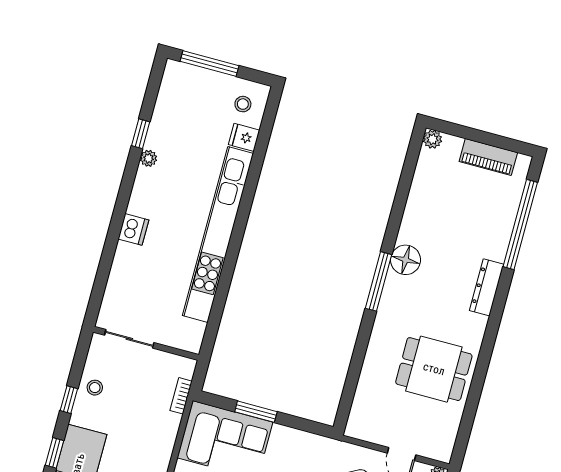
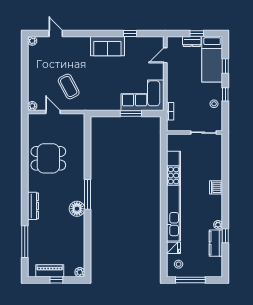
window: (210, 64) -> (190, 280), moved
kitchen counter: (162, 125) -> (216, 243), added
window: (480, 137) -> (56, 280), added
window: (520, 224) -> (25, 242), width x0.68

